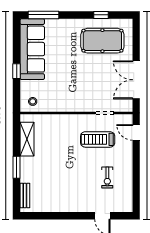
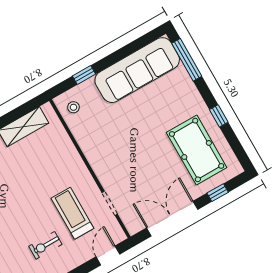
window: (101, 15) -> (219, 116), moved
window: (136, 43) -> (218, 193), added
window: (17, 71) -> (84, 75), moved
exercise bike: (107, 177) -> (45, 245), moved

